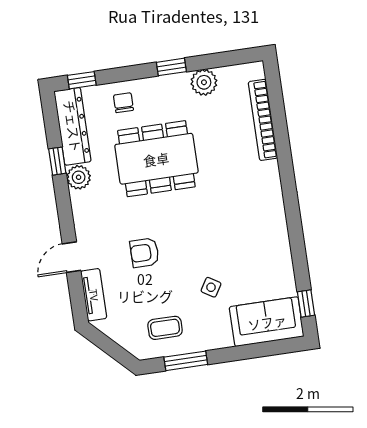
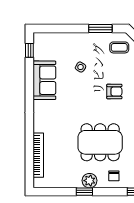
plant: (204, 82) -> (90, 181), moved
sofa: (267, 322) -> (44, 80), moved, turned -90
coffee table: (165, 328) -> (119, 47), moved

